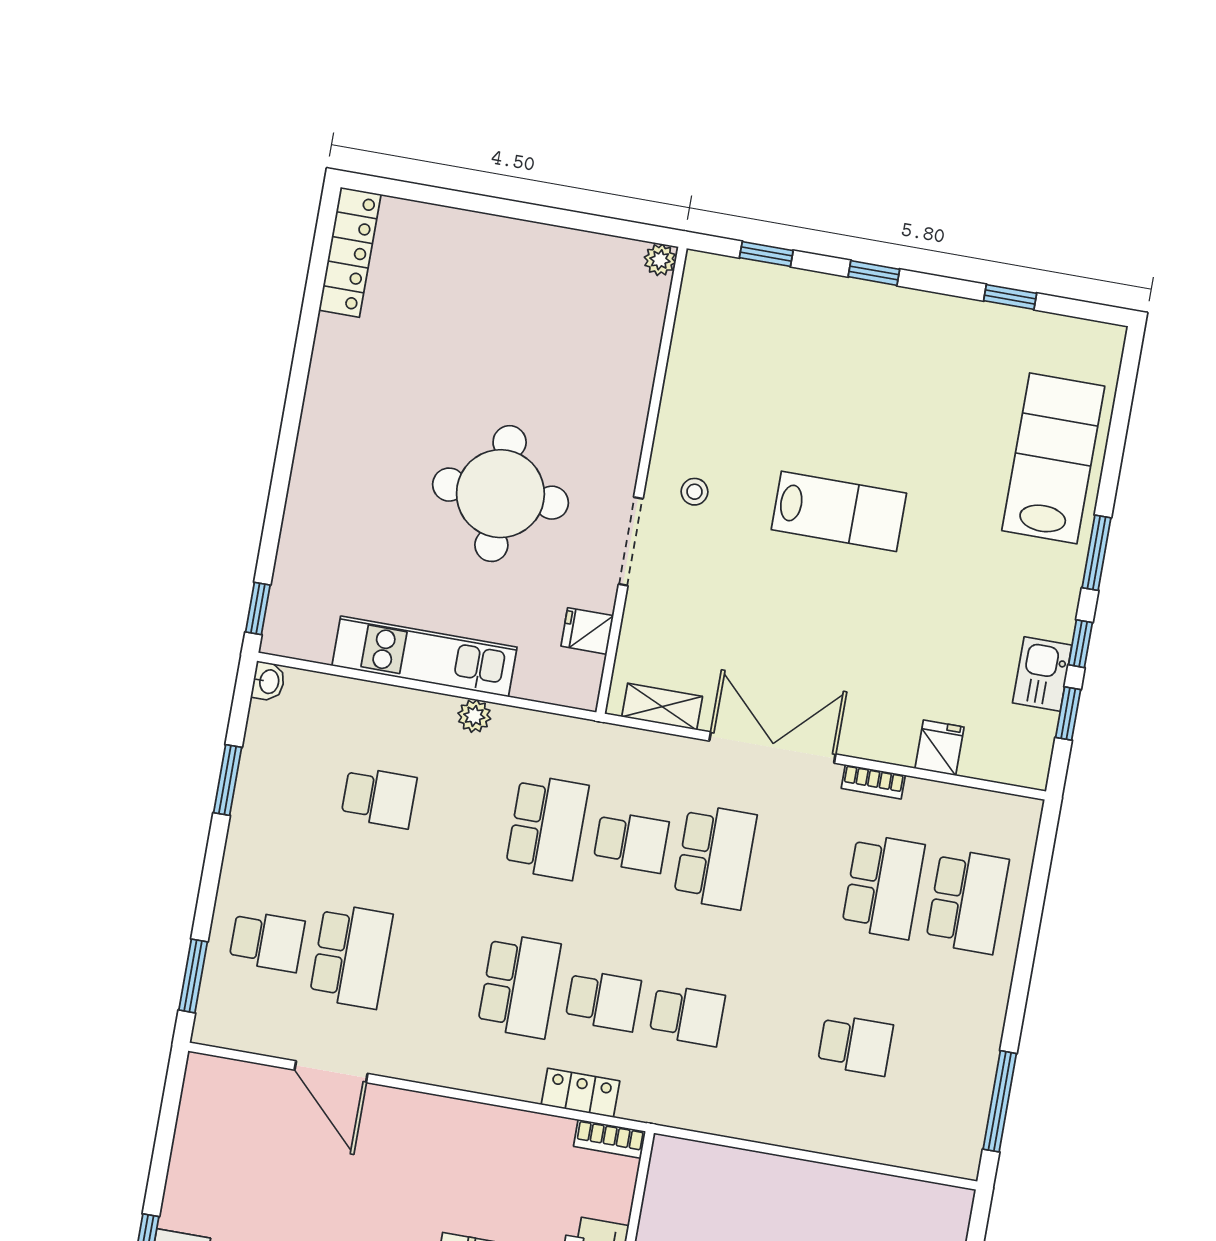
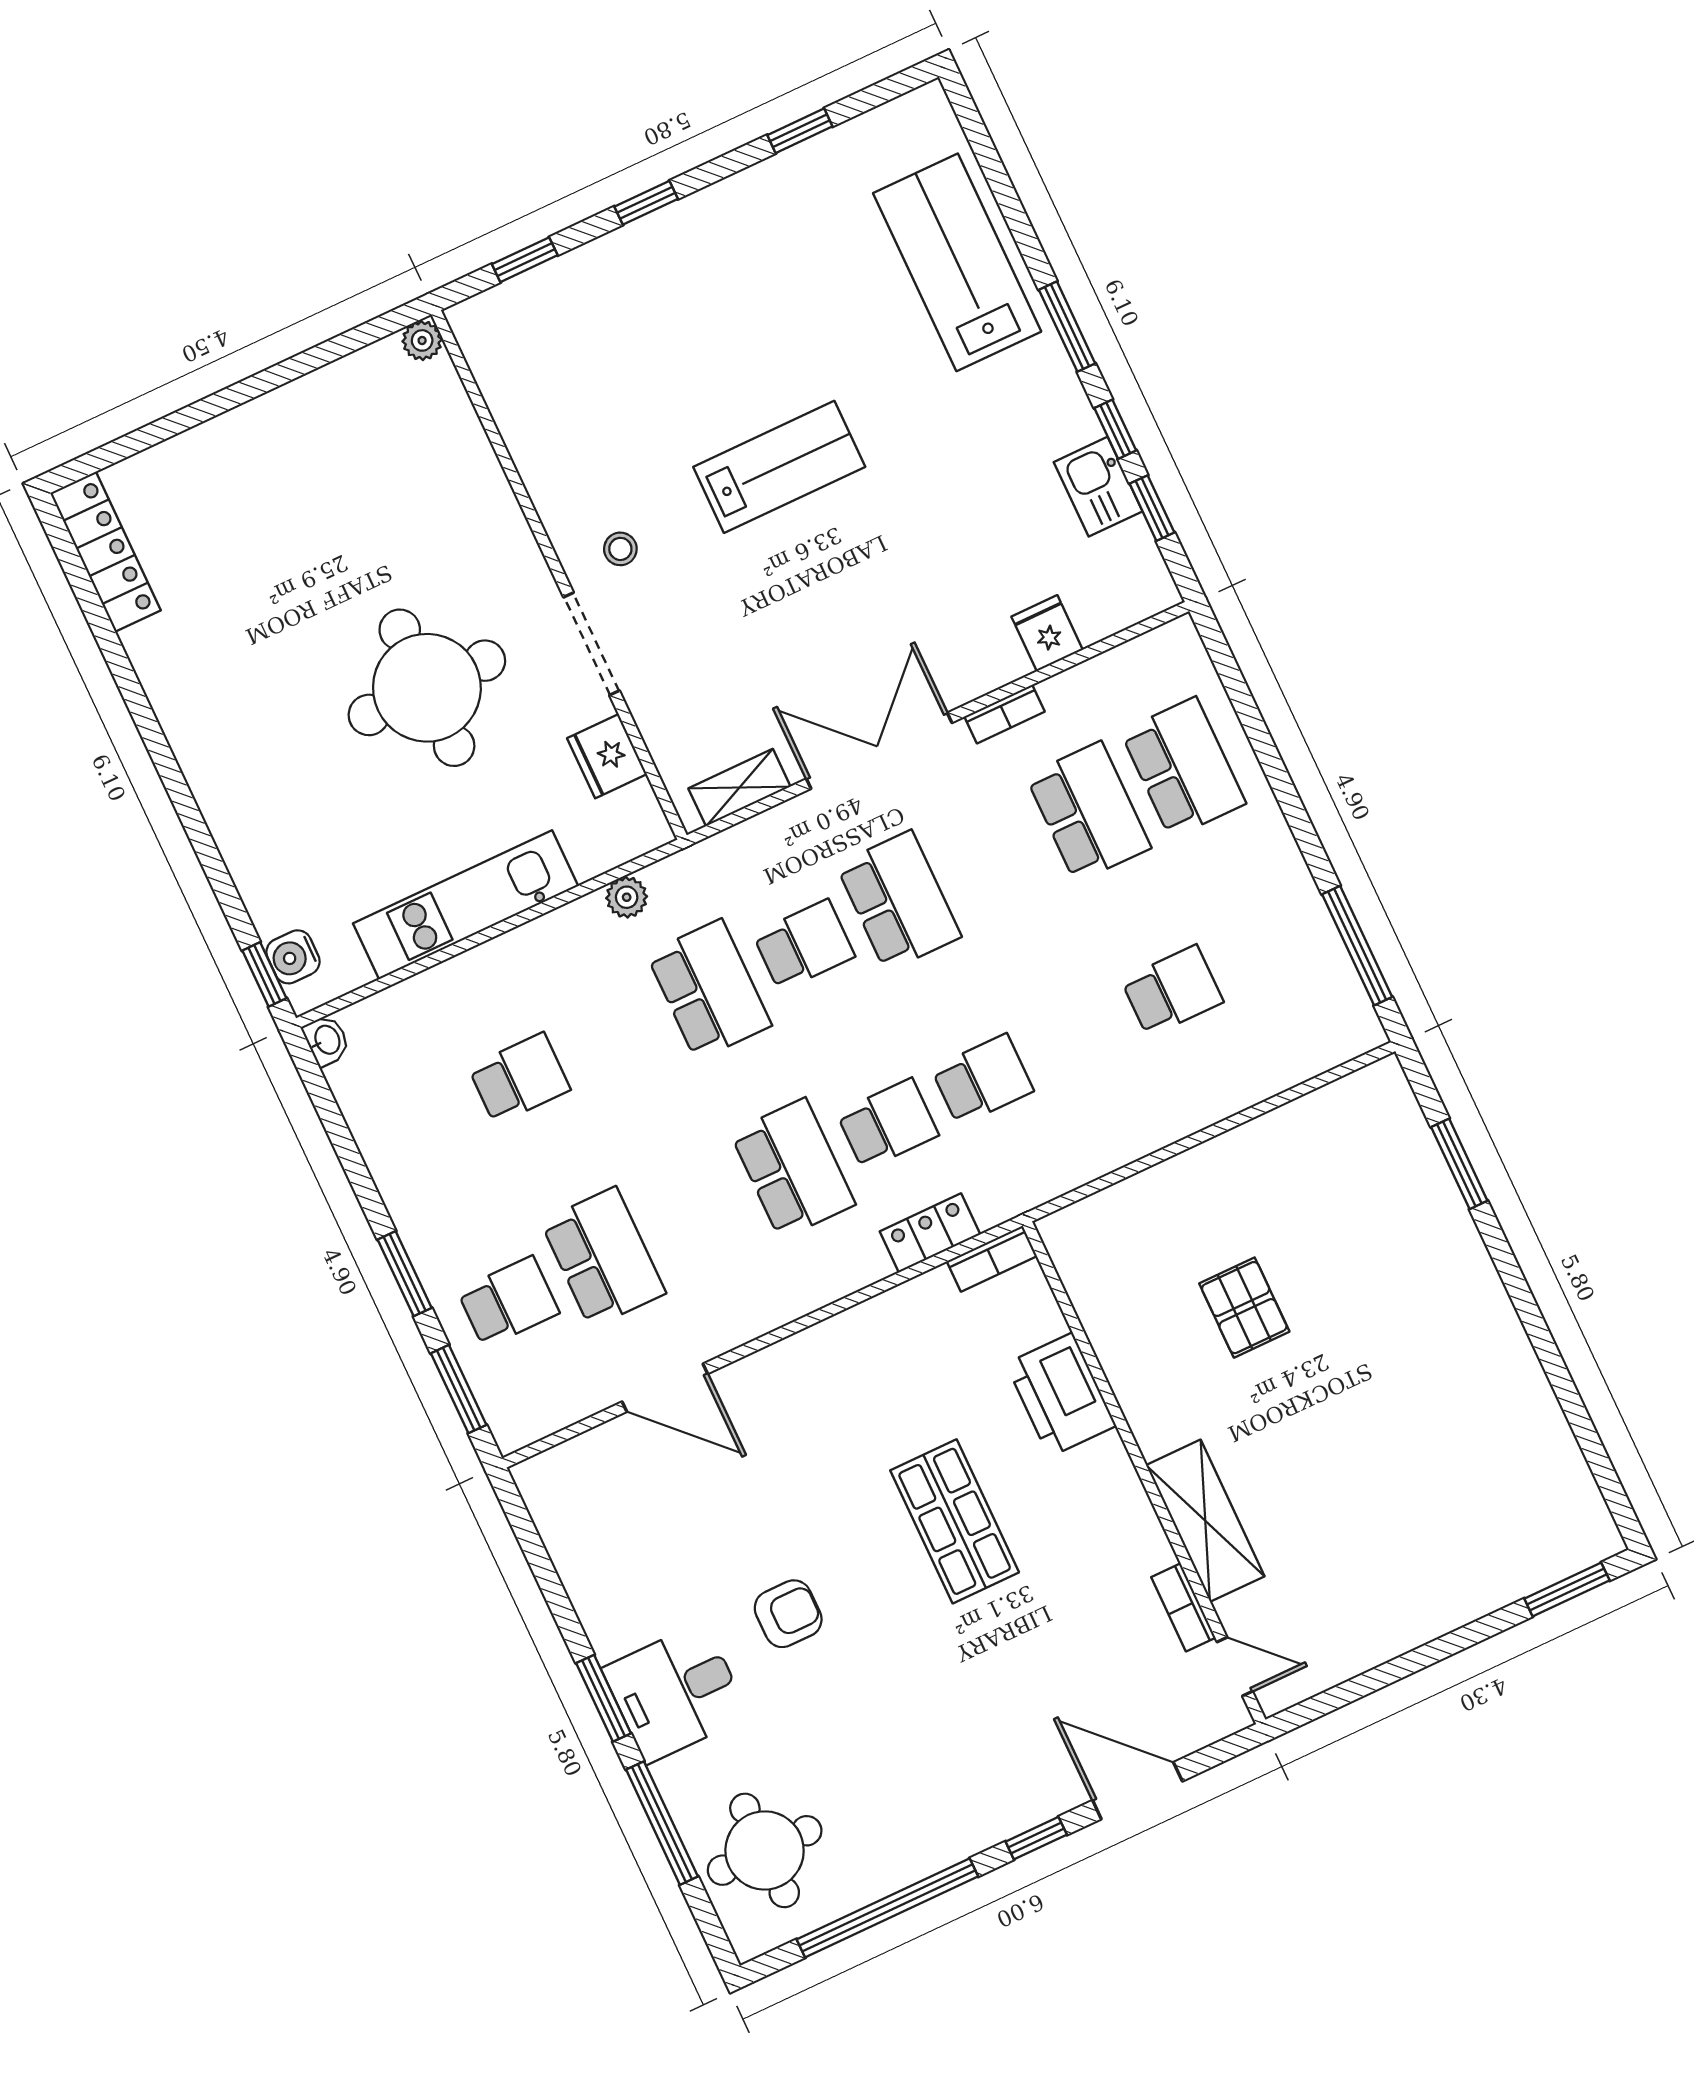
water cooler: (285, 610) -> (293, 957), added
fridge: (587, 631) -> (607, 756), width x1.38
plant: (474, 716) -> (627, 897), moved
window: (228, 780) -> (405, 1274), moved

